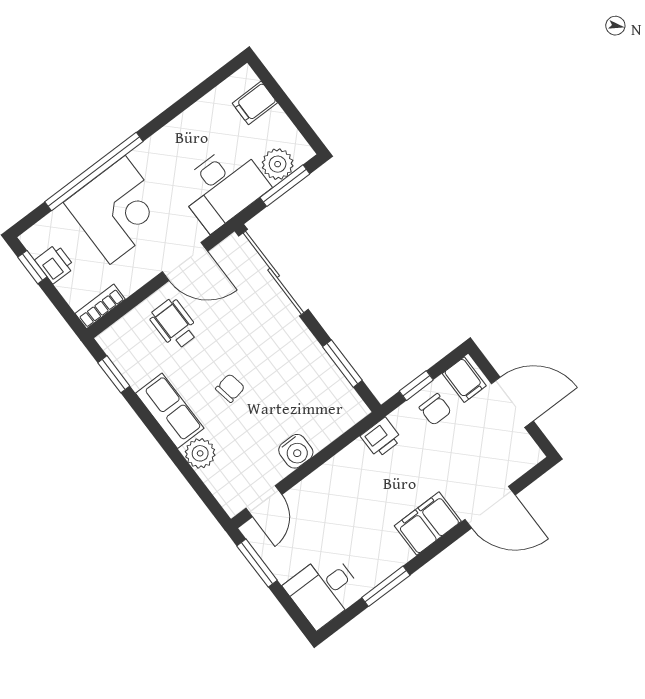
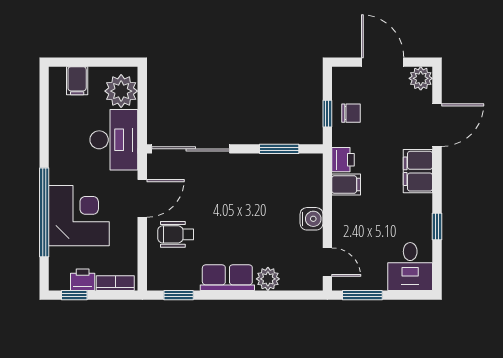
plant: (278, 164) -> (121, 91), width x1.36, depth x1.36
window: (285, 186) -> (142, 101), removed
bookcase: (100, 306) -> (115, 283), moved, turned 90
filing cabinet: (464, 380) -> (346, 184), moved
chair: (230, 388) -> (242, 230), removed
door: (512, 402) -> (383, 62), hinge flipped
plant: (525, 454) -> (421, 78), added
window: (386, 586) -> (437, 227), width x0.67

